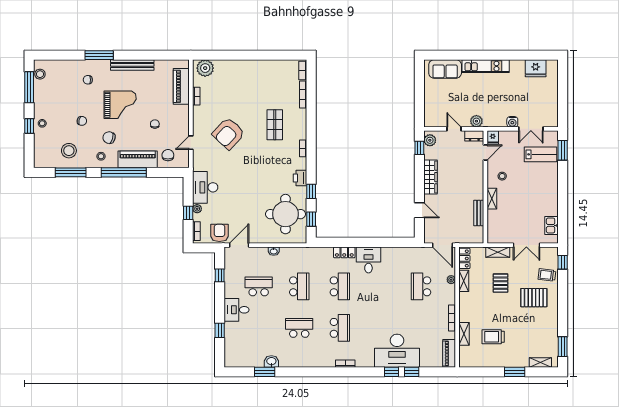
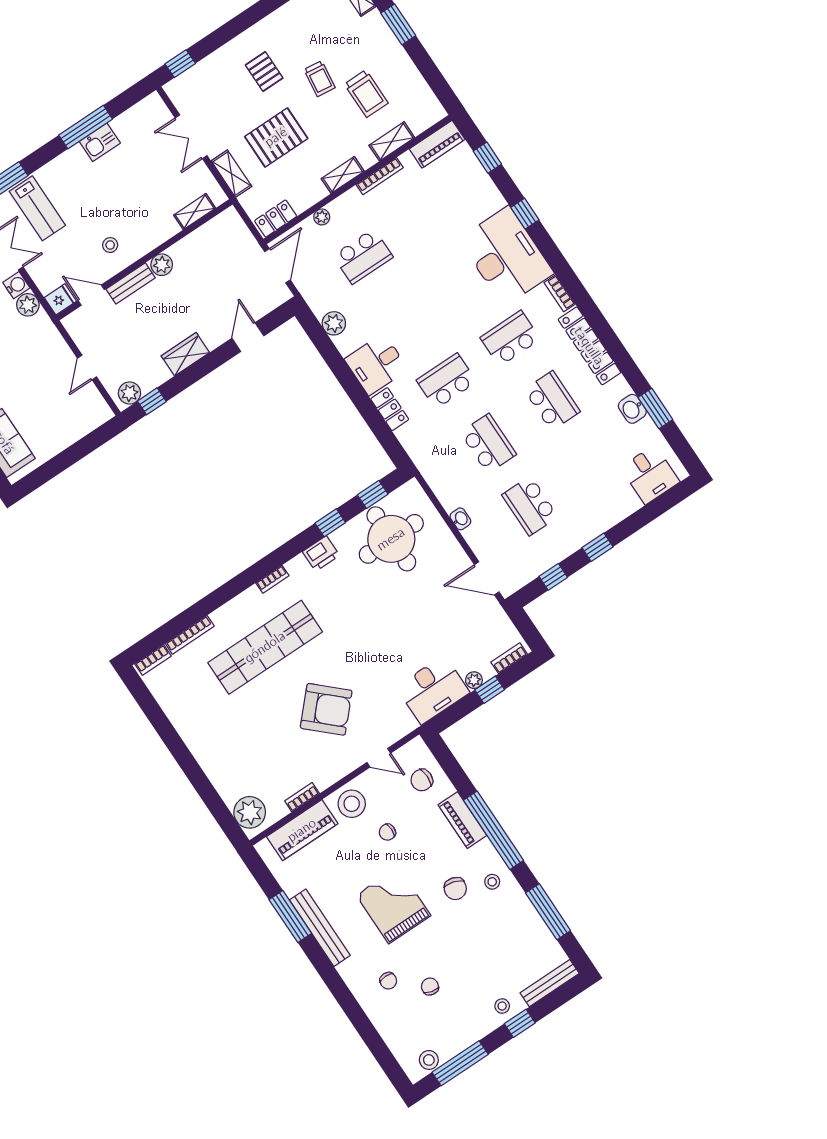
window: (99, 55) -> (290, 917), moved
chair: (82, 121) -> (430, 986), moved
plant: (476, 121) -> (28, 305), moved
shop shelf: (275, 125) -> (265, 647), width x2.00, depth x1.36
dresser: (474, 136) -> (77, 329), removed
stool: (69, 151) -> (352, 804), moved
bench: (38, 152) -> (550, 983), added
lab bench: (541, 154) -> (37, 208), turned 180
piano: (138, 159) -> (462, 820), width x0.73, depth x0.75
wardrobe: (430, 177) -> (185, 354), width x0.67
plant: (478, 193) -> (162, 265), added
shelving: (492, 199) -> (195, 212), moved
window: (563, 201) -> (86, 127), added
bench: (479, 213) -> (131, 283), moved
kitchen sink: (551, 225) -> (100, 142), moved
armchair: (219, 233) -> (488, 621), removed
double door: (526, 245) -> (191, 137), swing flipped
plant: (400, 253) -> (334, 323), added
trolley: (547, 275) -> (320, 79), moved
shelving: (464, 281) -> (343, 175), moved
pallet: (501, 283) -> (276, 137), width x1.50, depth x1.42
school desk: (299, 286) -> (488, 443), turned 90
pallet: (534, 298) -> (264, 71), width x0.67, depth x0.71
desk: (237, 310) -> (650, 475), moved
school desk: (299, 328) -> (552, 401), turned 180
window: (220, 330) -> (597, 547), moved
desk: (397, 351) -> (506, 256), moved
locker: (313, 361) -> (589, 346), added
window: (412, 372) -> (487, 158), moved

